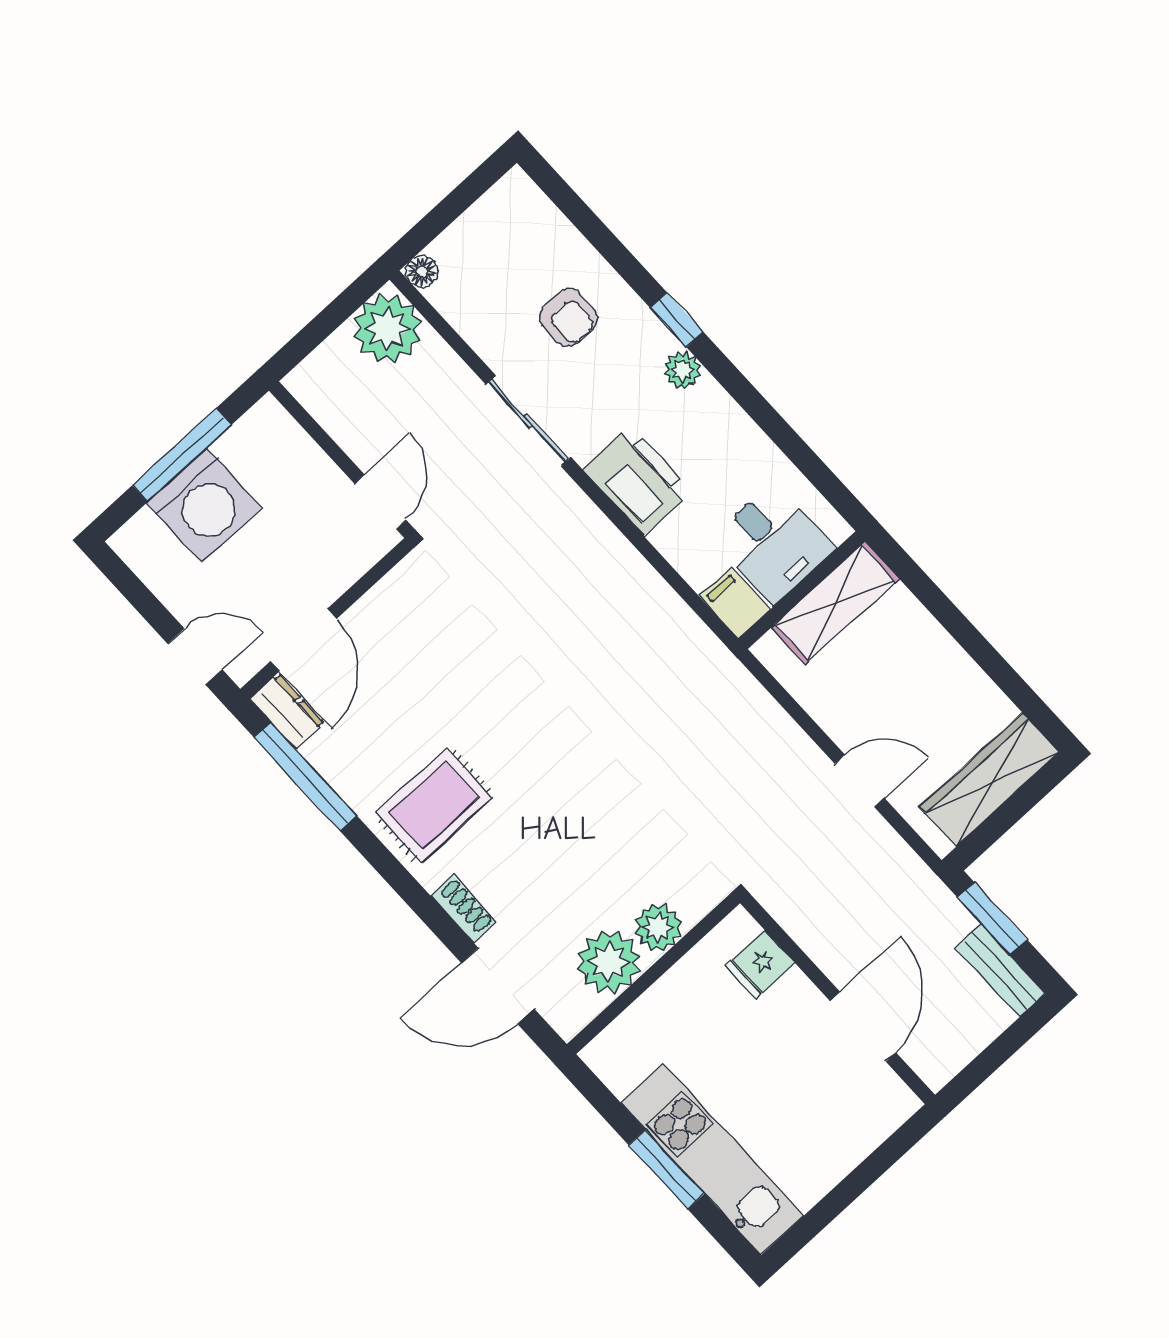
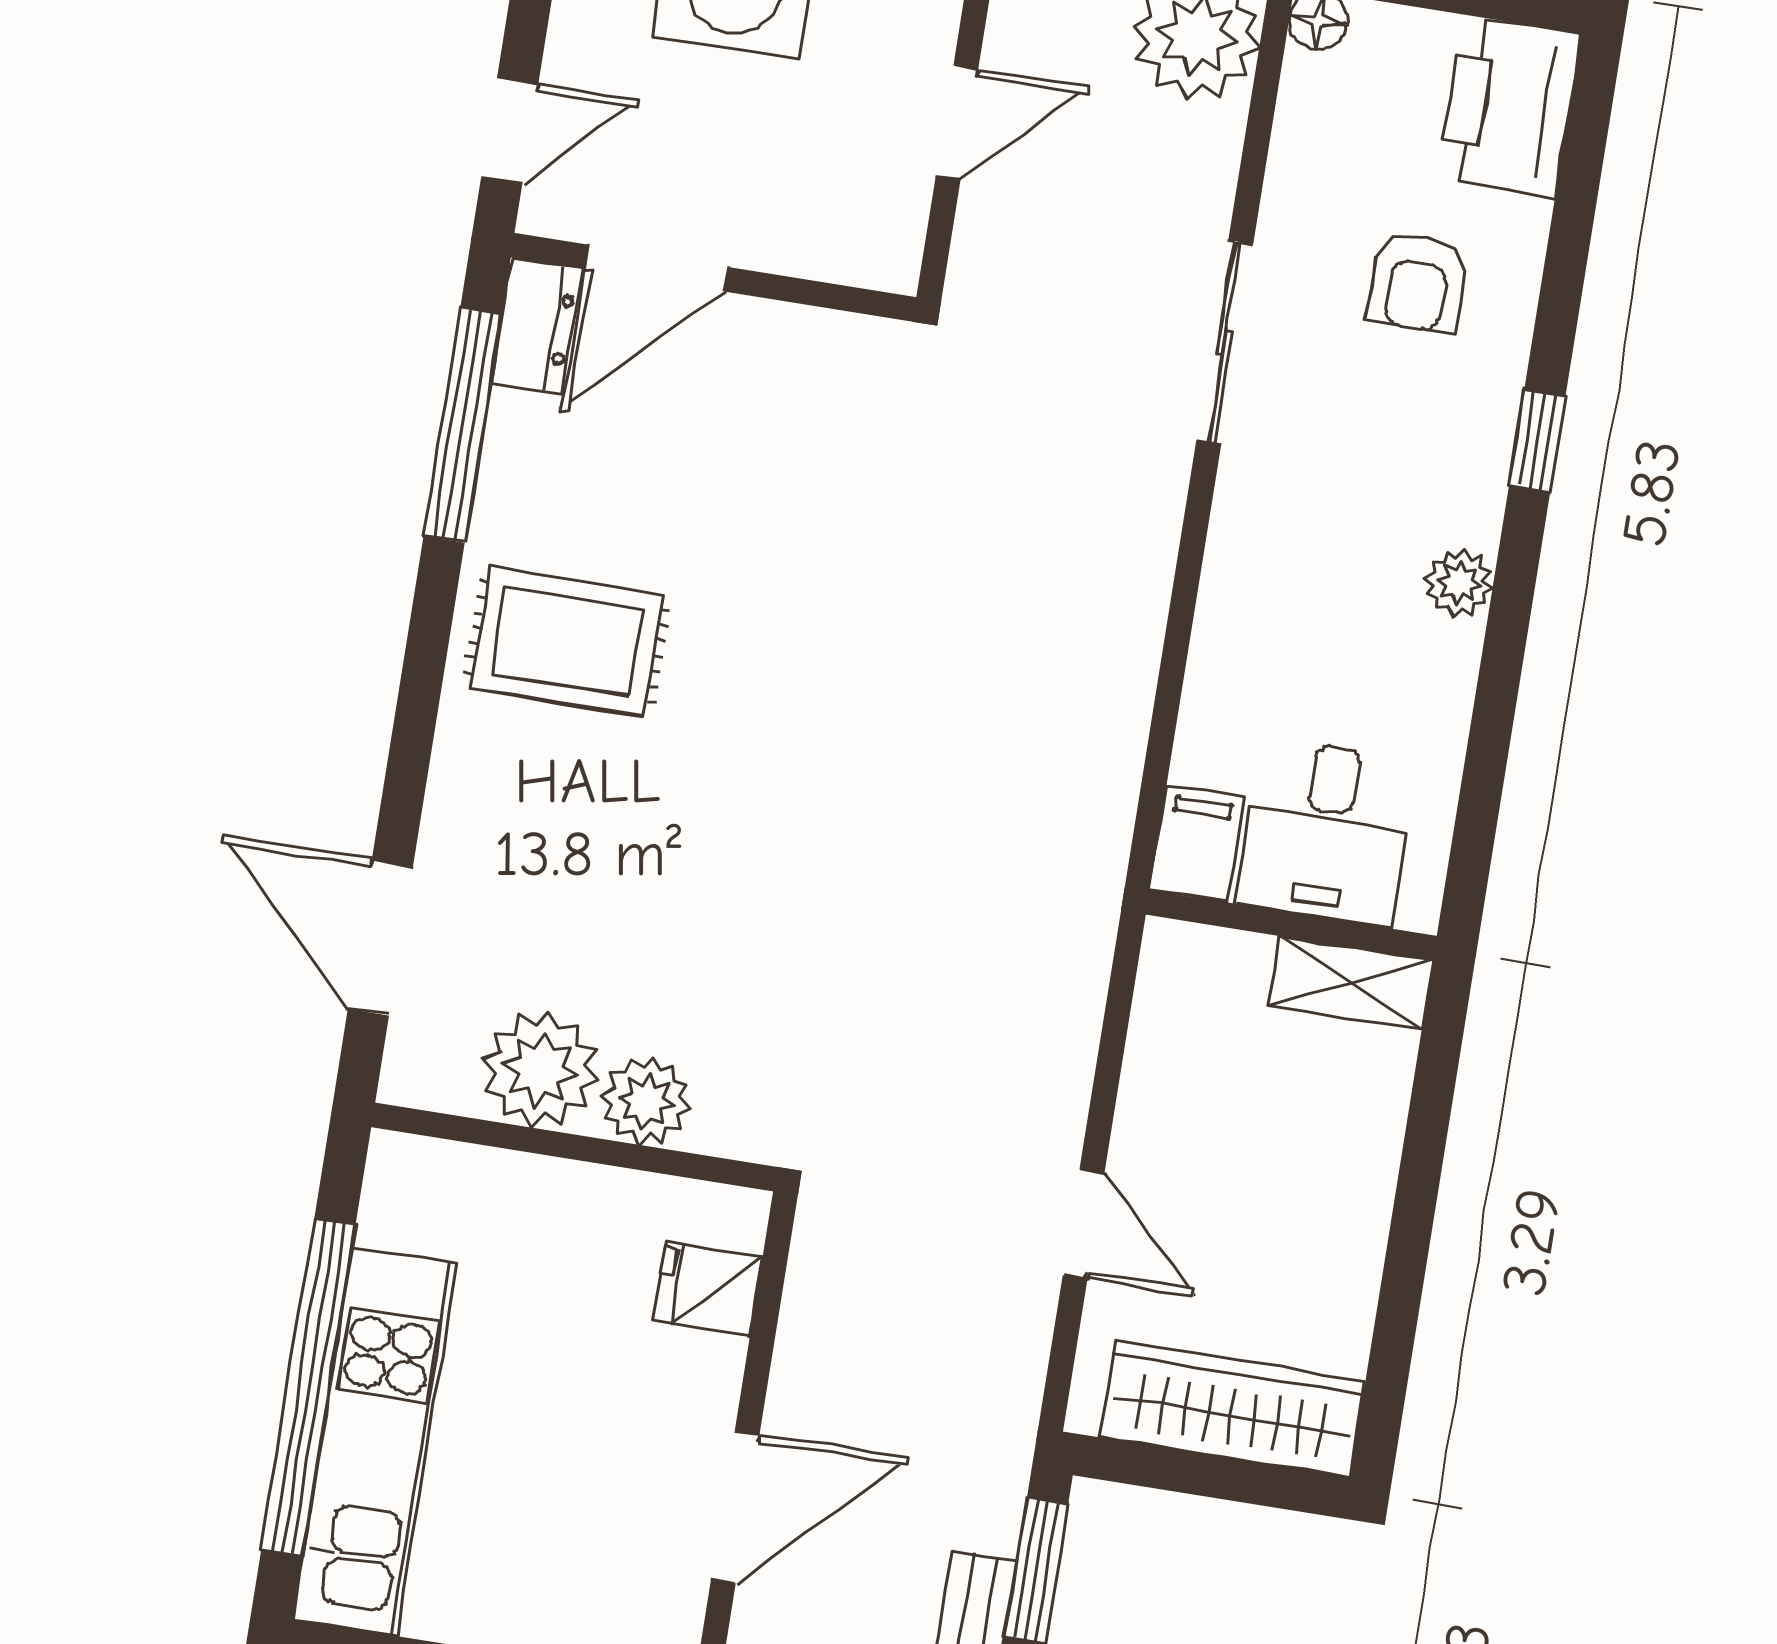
plant: (682, 370) -> (1459, 583), moved
printer: (637, 480) -> (1509, 106), moved, turned 180
door: (380, 502) -> (957, 122), moved
shelving: (835, 603) -> (1351, 983), width x0.67, depth x0.75
door: (195, 657) -> (510, 131), hinge flipped
shoe rack: (463, 909) -> (452, 801), removed
window: (667, 1169) -> (308, 1387), width x2.11

